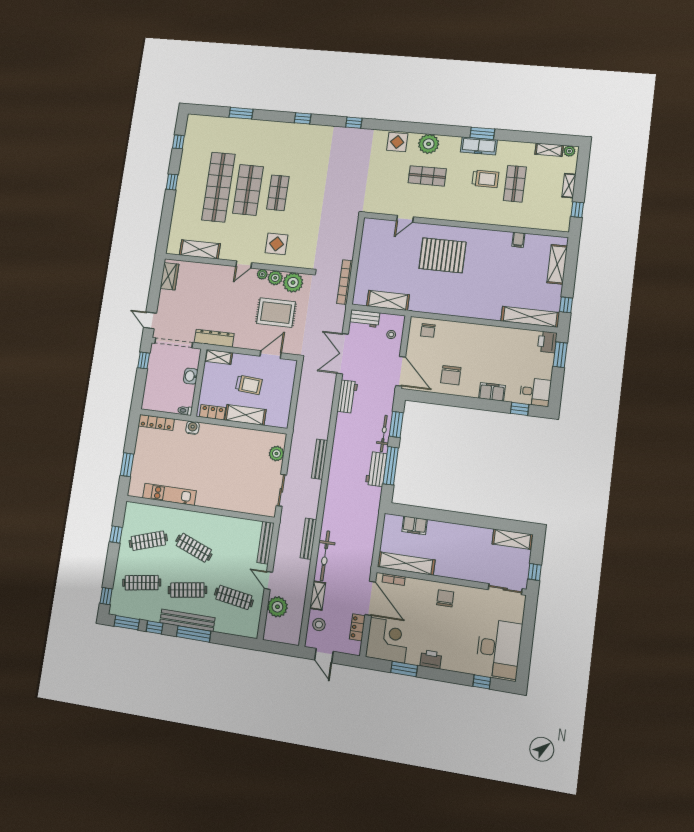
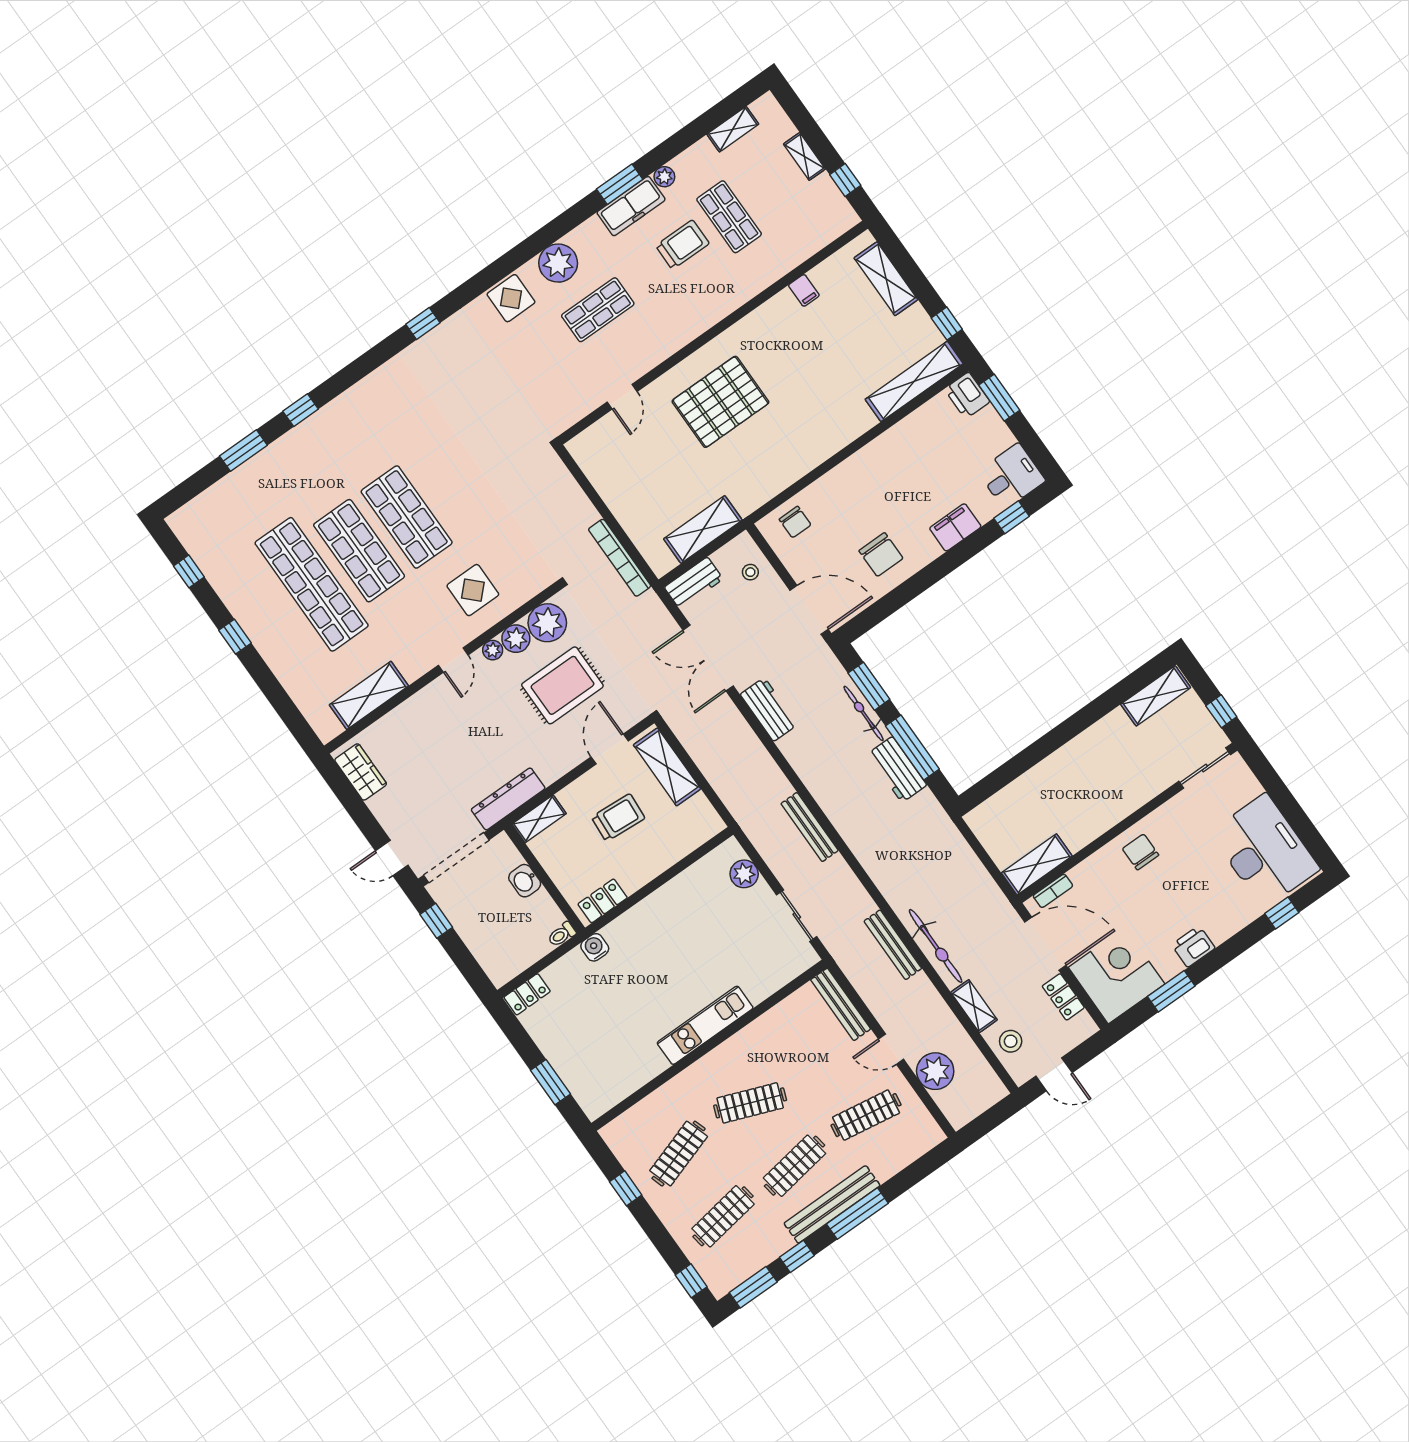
window: (303, 118) -> (301, 410), moved
plant: (569, 151) -> (664, 177), moved
shop shelf: (278, 193) -> (407, 517), width x1.43, depth x1.36
shelving: (245, 415) -> (667, 767), moved, turned 90
locker: (156, 422) -> (527, 994), width x0.66
kitchen unit: (169, 494) -> (705, 1025), moved
filing cabinet: (415, 525) -> (1015, 796), removed
shelving: (406, 563) -> (1037, 864), width x0.68

